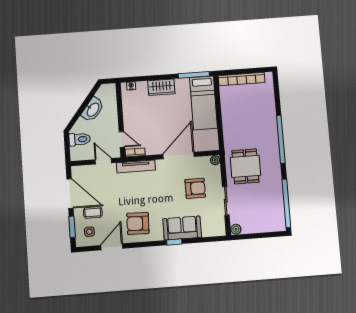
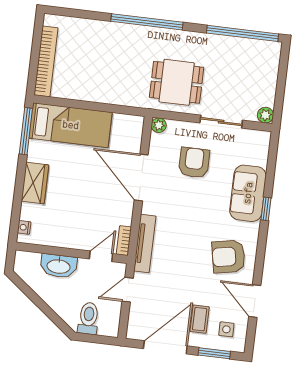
washbasin: (93, 109) -> (59, 266), moved, turned 142
armchair: (138, 223) -> (229, 257), turned 77

